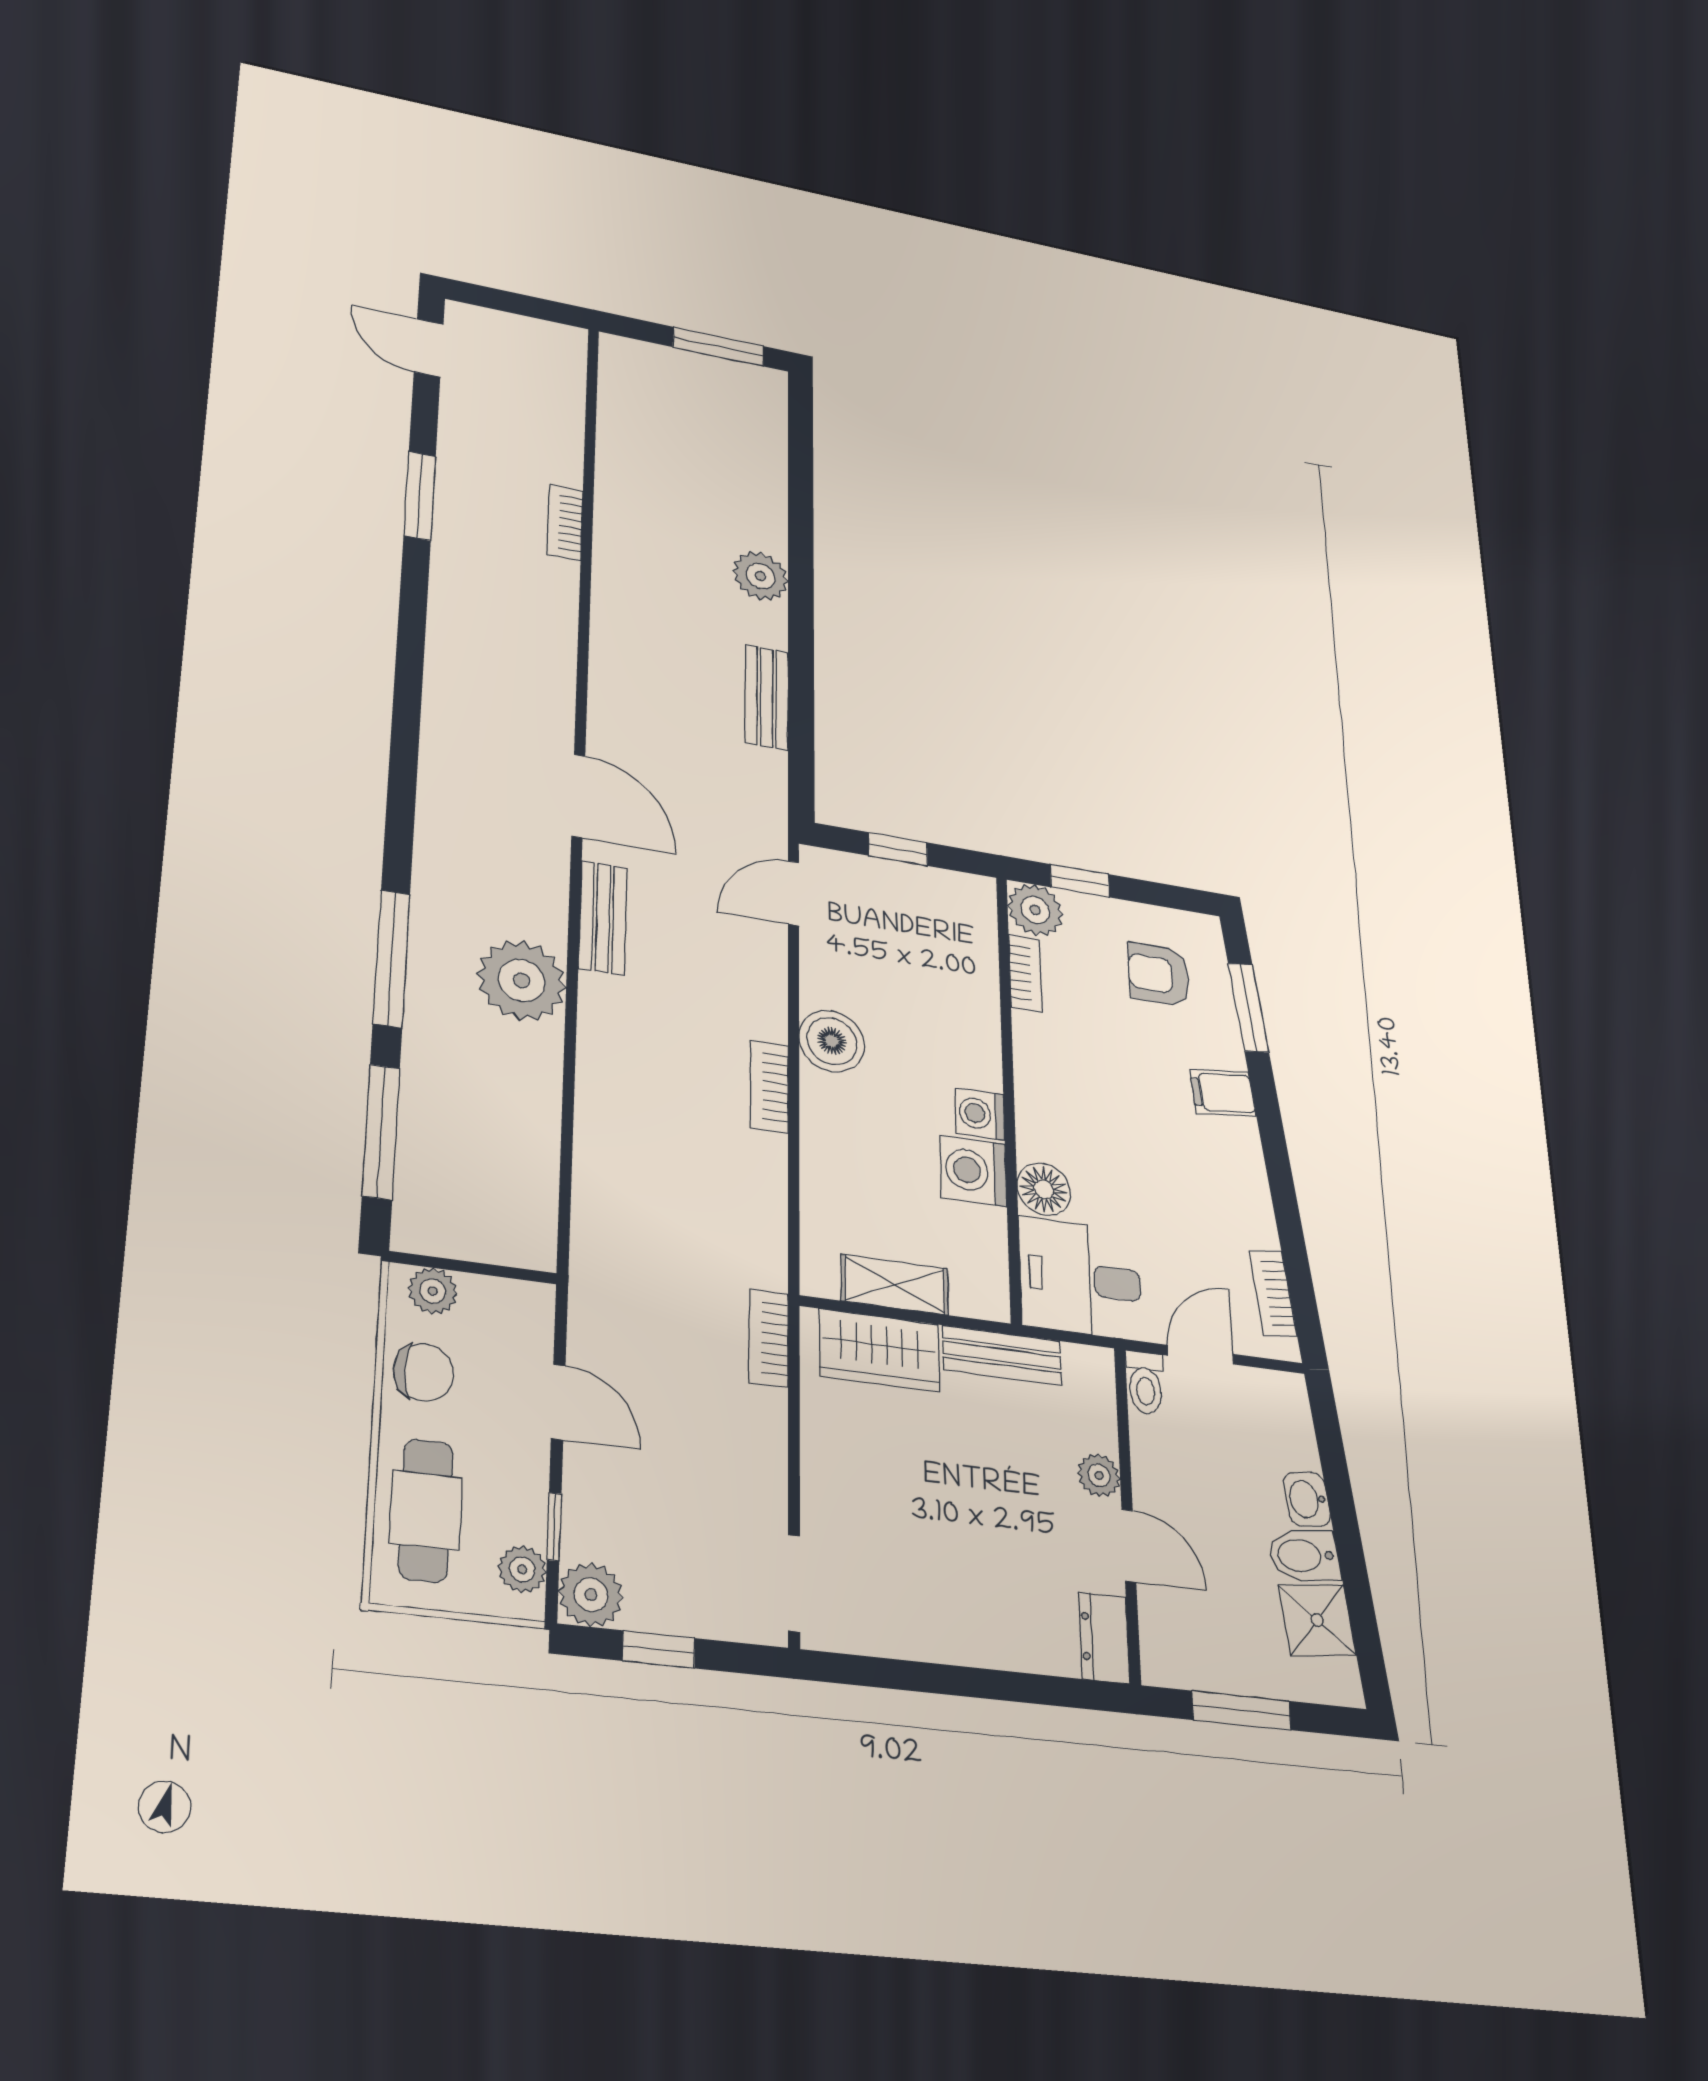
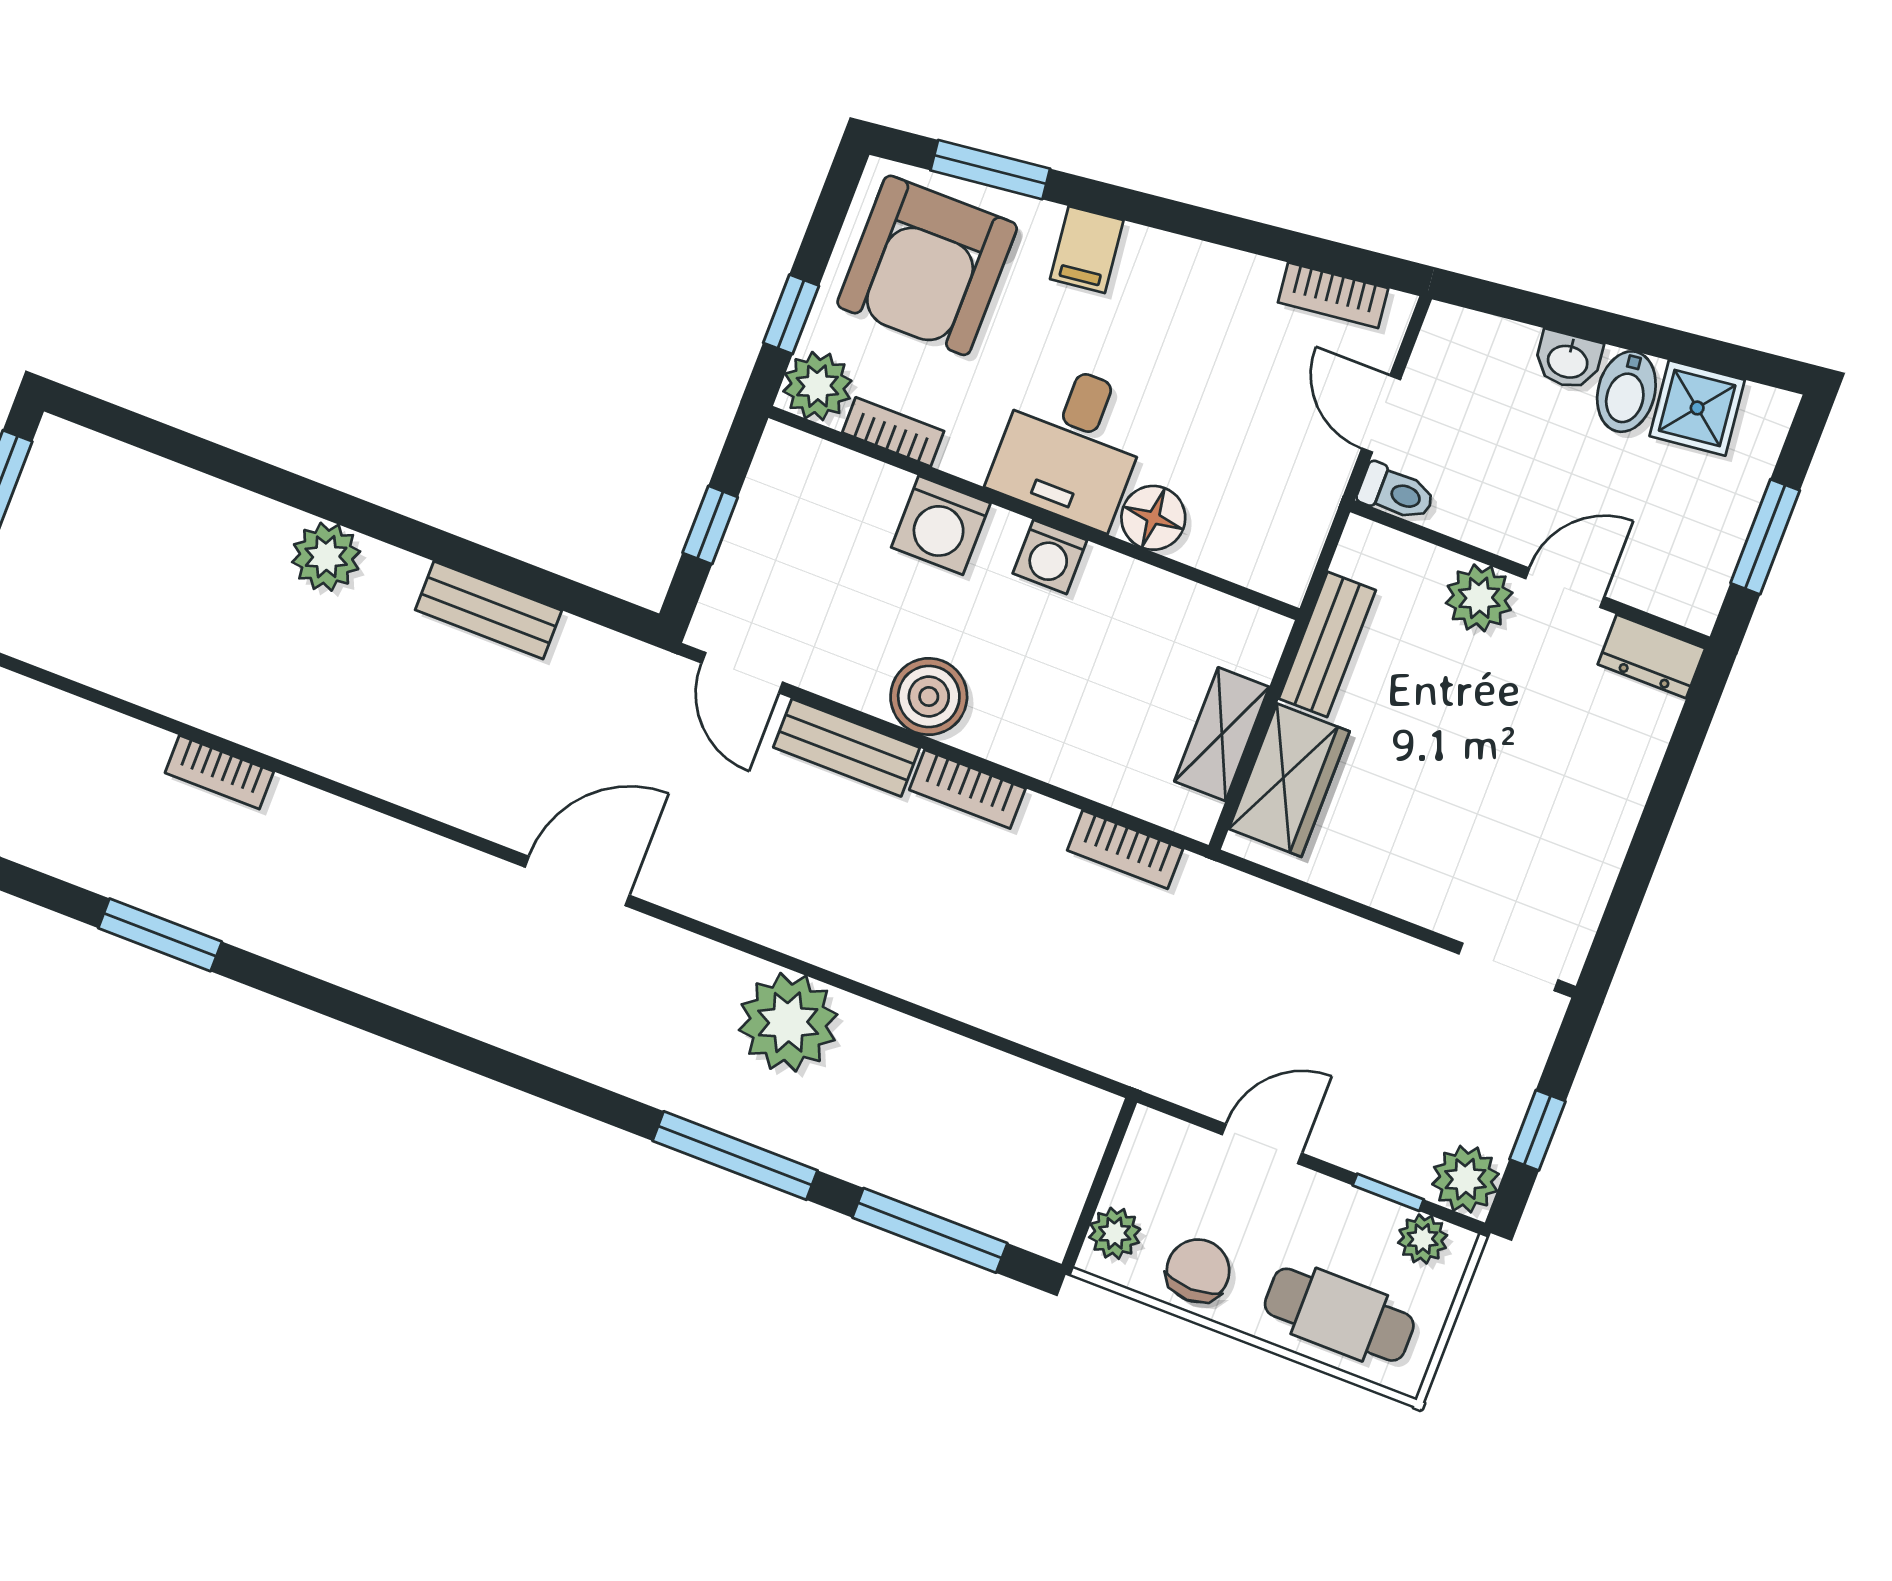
bench: (603, 918) -> (847, 748), moved
armchair: (1159, 975) -> (927, 265), width x1.88, depth x1.88
washing machine: (973, 1171) -> (941, 525), moved
desk: (1080, 1278) -> (1071, 444), moved
bookcase: (769, 1338) -> (1125, 850), moved
plant: (1099, 1475) -> (1479, 598), width x1.38, depth x1.38

